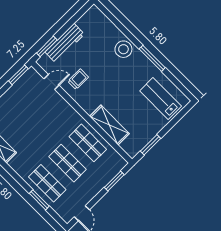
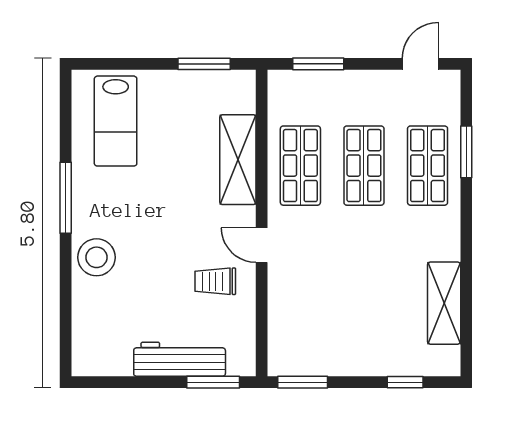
door: (52, 82) -> (262, 245), moved

